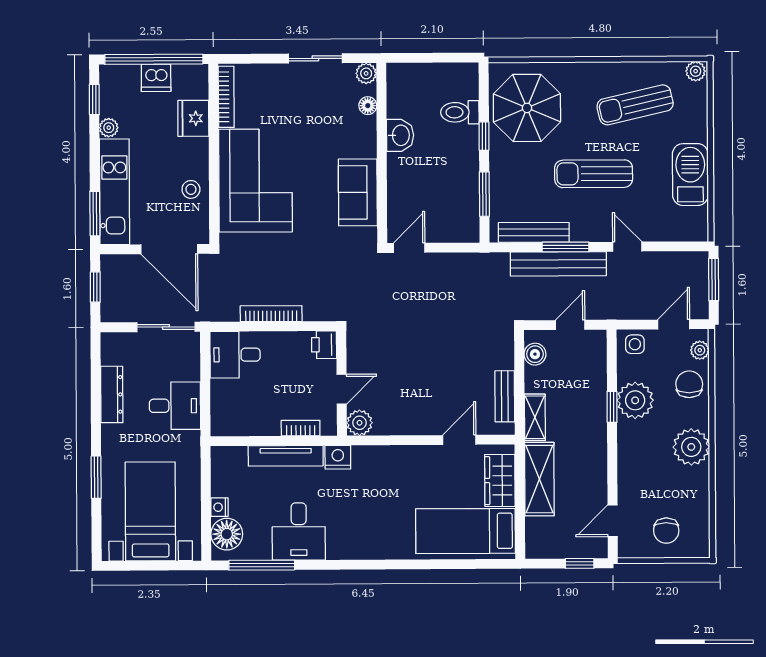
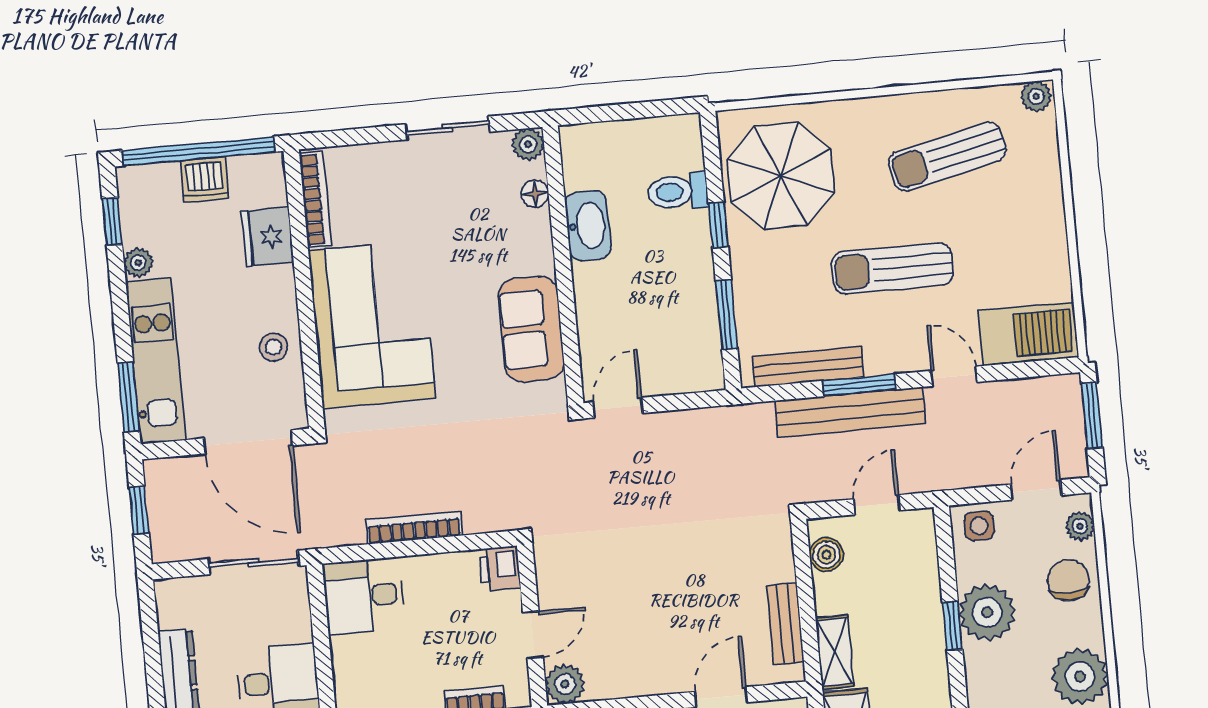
washbasin: (400, 135) -> (588, 226), width x1.38
barbecue: (690, 175) -> (1029, 334), moved, turned 90

